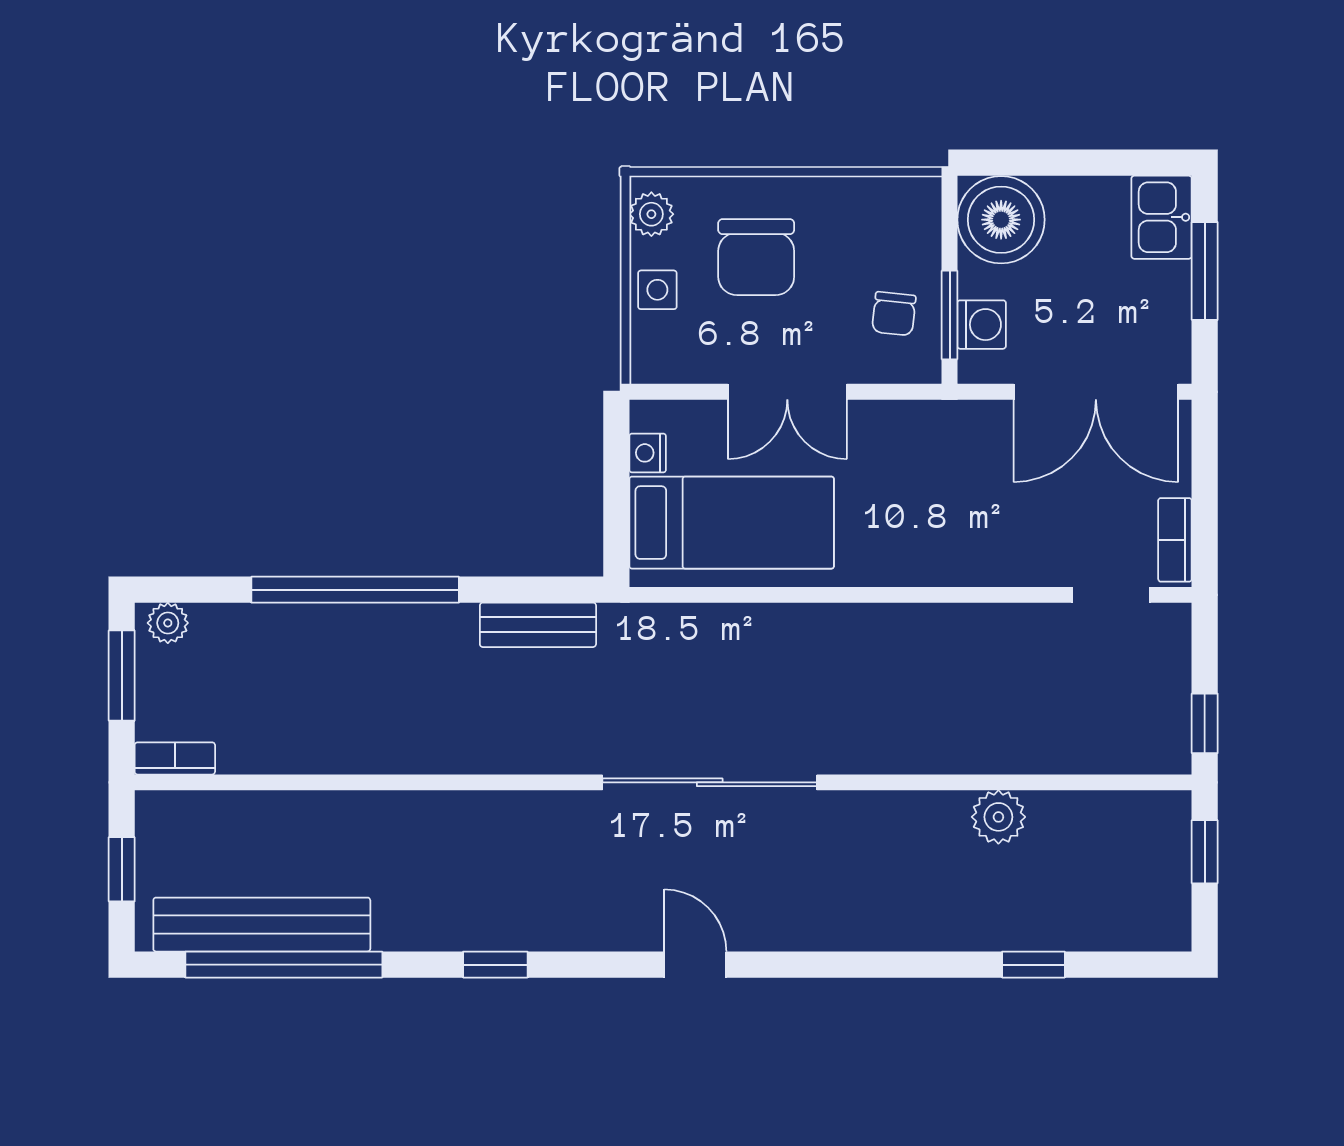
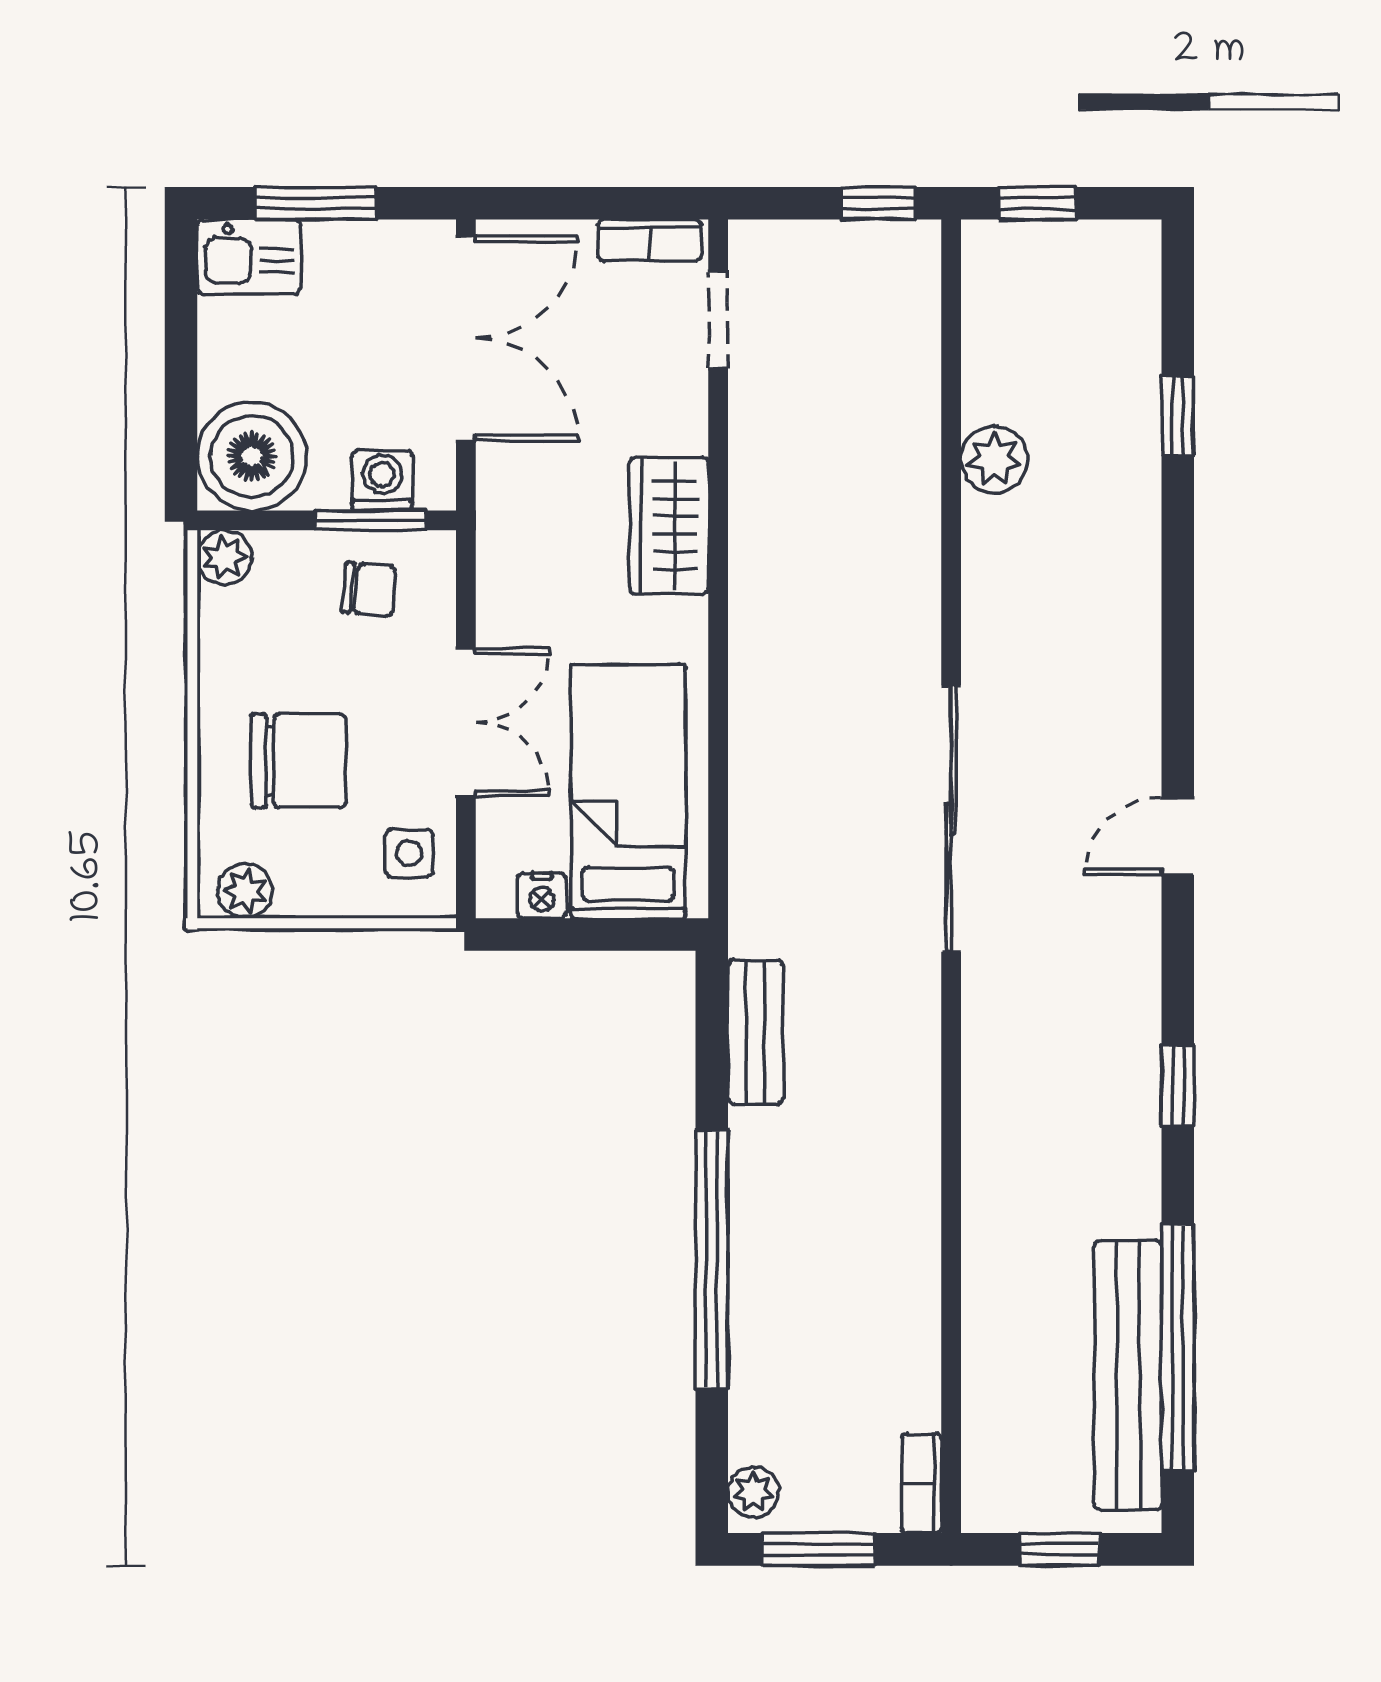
plant: (920, 198) -> (225, 557), added
side table: (657, 290) -> (409, 853), moved
wardrobe: (945, 555) -> (669, 526), added

